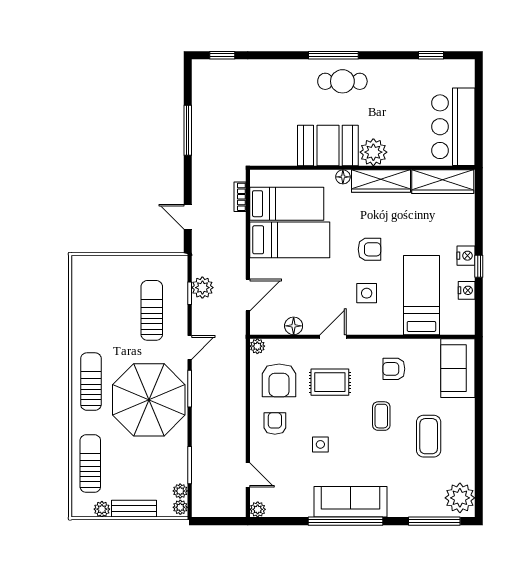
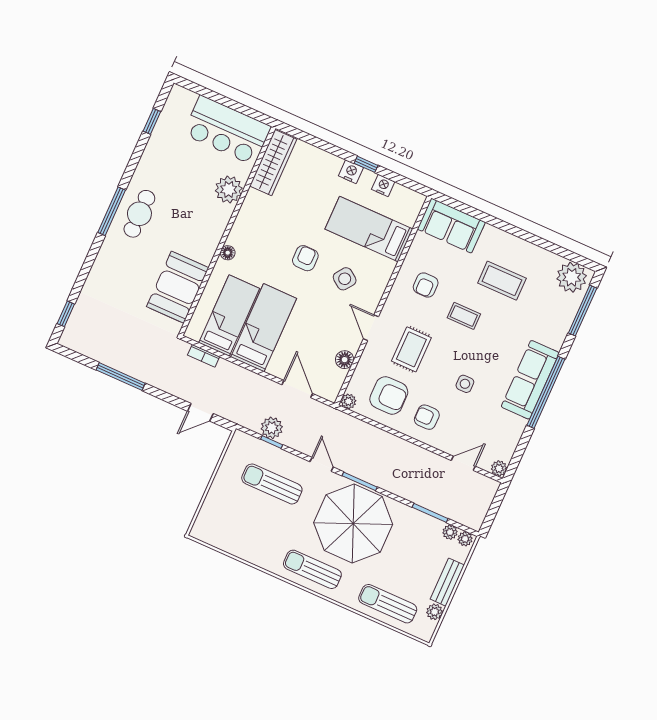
booth: (328, 146) -> (178, 287), moved
plant: (373, 152) -> (229, 190), moved
wardrobe: (381, 181) -> (247, 219), removed
side table: (367, 293) -> (345, 279), turned 36

